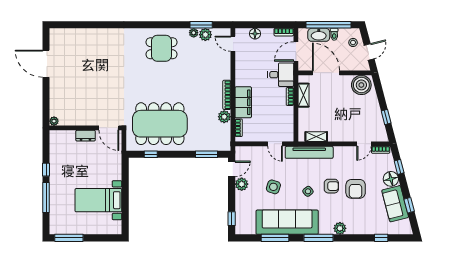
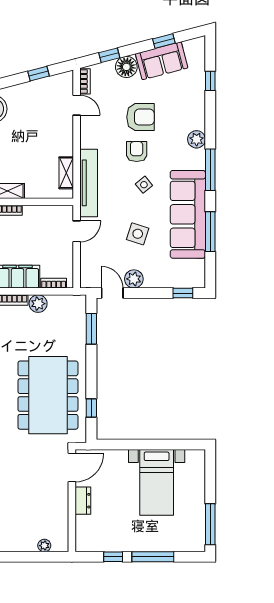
wall: (86, 128) -> (72, 501), moved
door: (109, 128) -> (72, 468), moved
dresser: (86, 136) -> (83, 501), moved

